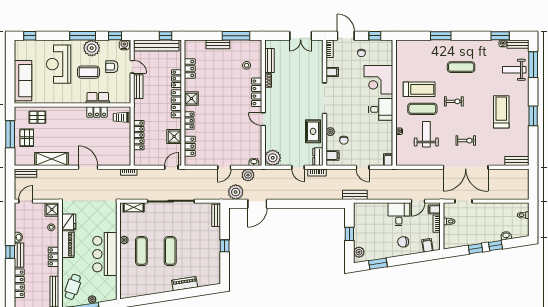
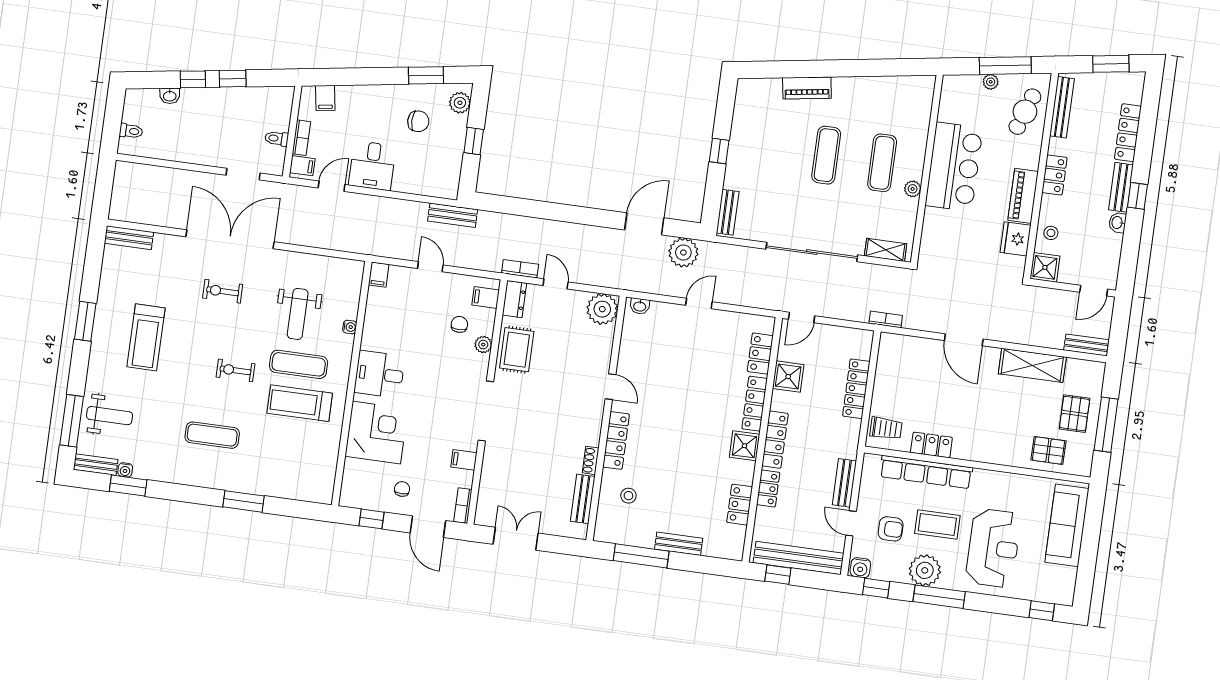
row of seats: (98, 98) -> (926, 472), width x2.02
locker: (189, 121) -> (755, 404), width x1.53
plant: (248, 175) -> (655, 282), removed
chair: (403, 242) -> (418, 121), moved

